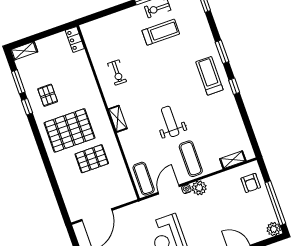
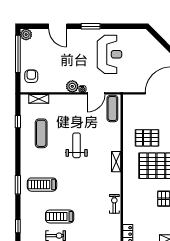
exercise bike: (117, 72) -> (114, 204), moved
treadmill: (209, 76) -> (42, 185), moved, turned 90
window: (234, 86) -> (18, 122), moved
weight bench: (170, 121) -> (77, 145), turned 180
exercise mat: (191, 159) -> (41, 133), moved

